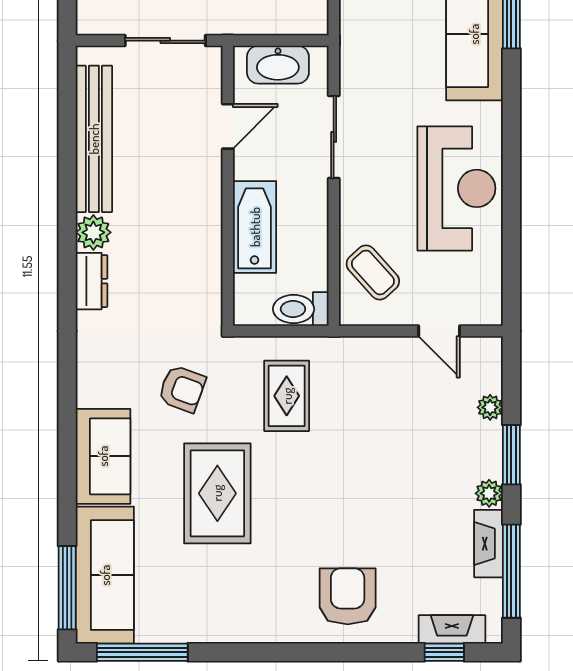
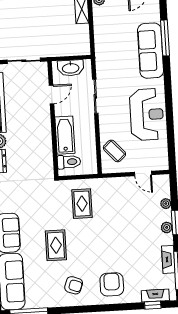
toilet: (301, 309) -> (69, 162), moved, turned 180
armchair: (182, 389) -> (74, 285), moved
rug: (217, 493) -> (56, 245), width x0.73, depth x0.70
plant: (489, 493) -> (167, 227), moved

